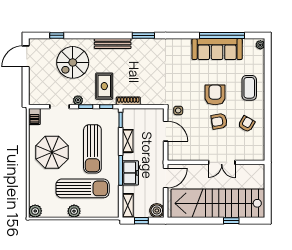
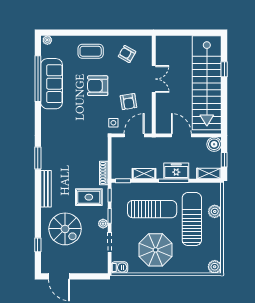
armchair: (219, 121) -> (128, 102), moved
wall: (216, 162) -> (154, 85), moved
double door: (222, 162) -> (154, 79), moved
plant: (74, 211) -> (215, 211), moved

